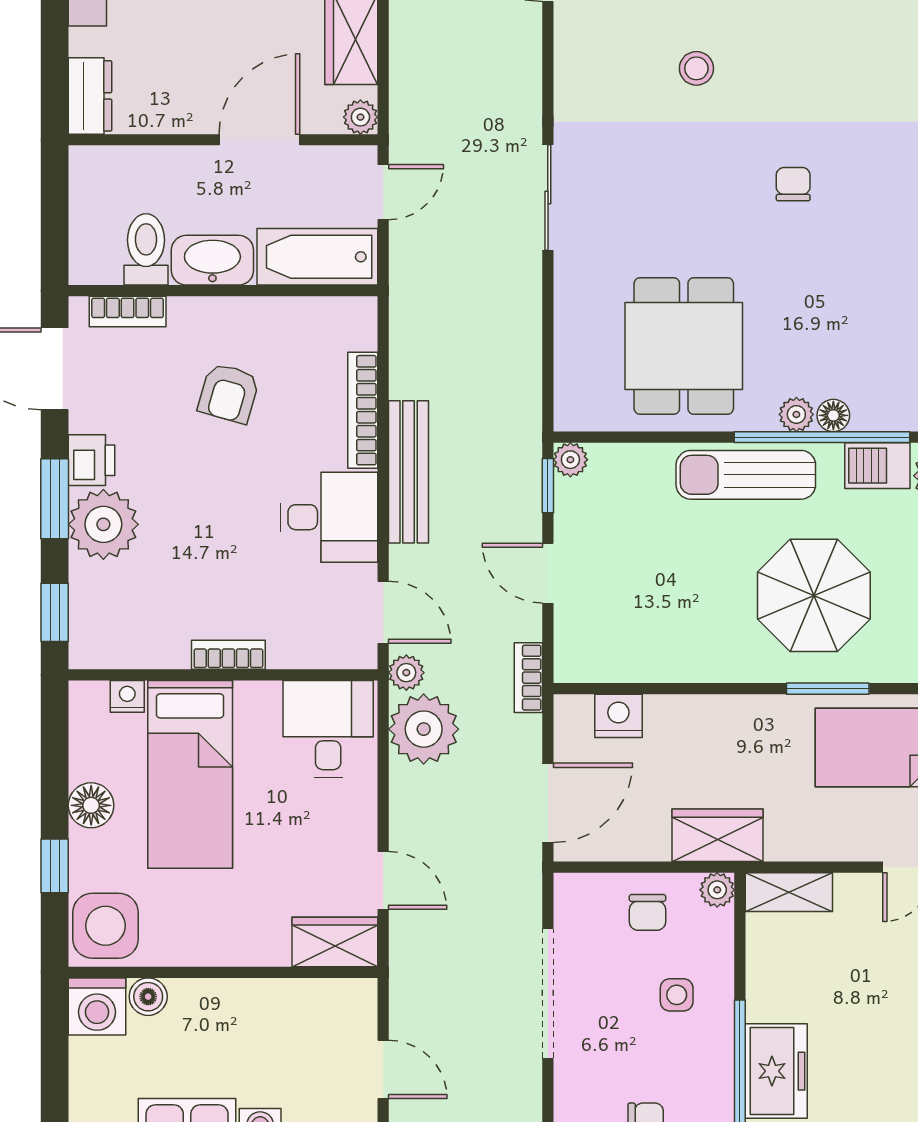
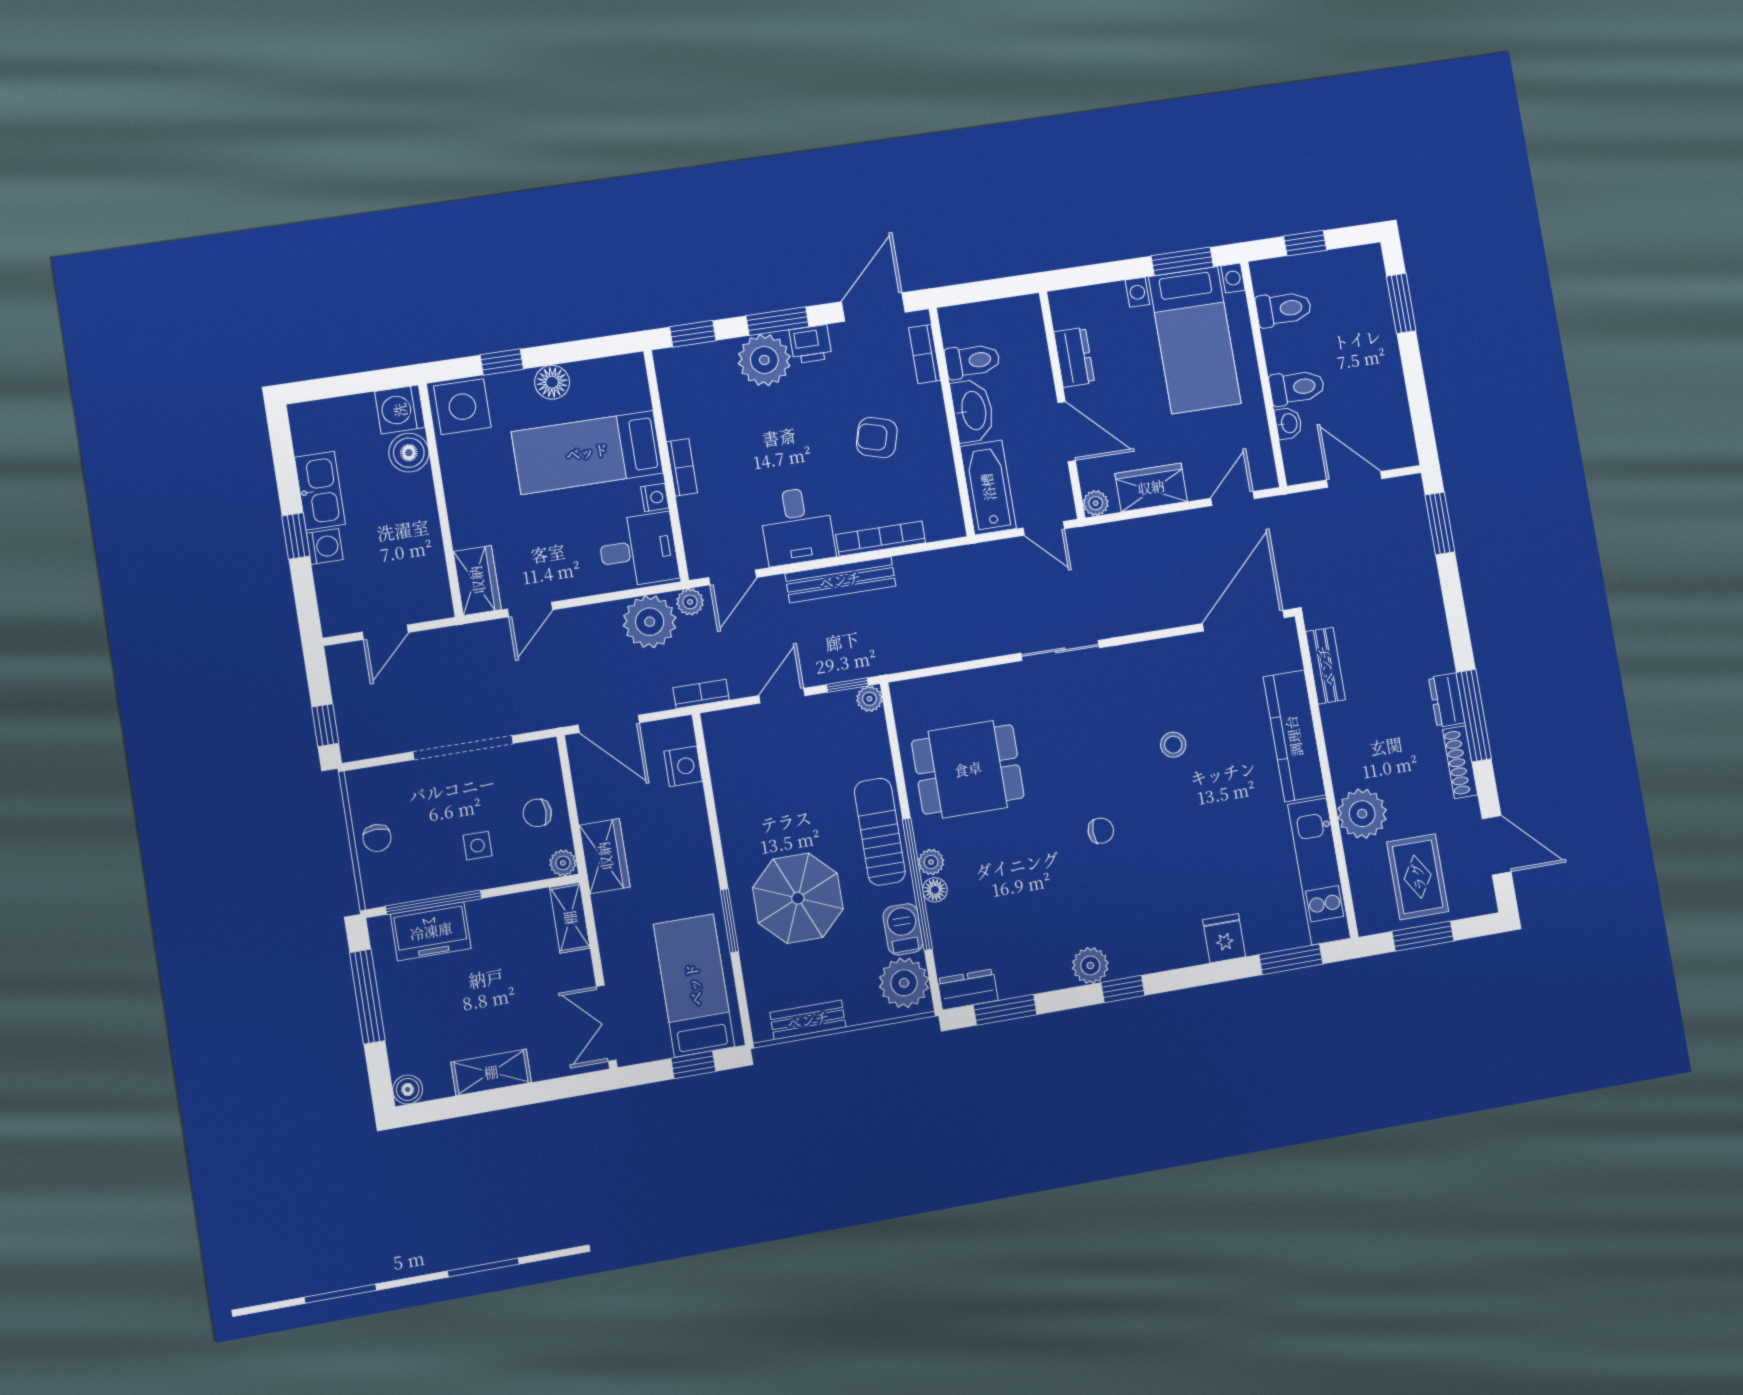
dresser: (90, 96) -> (1074, 357), moved, turned -90
nightstand: (127, 696) -> (655, 497), moved
boiler: (148, 997) -> (409, 453), width x1.36, depth x1.36

